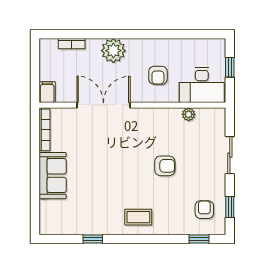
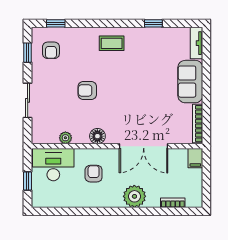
floor lamp: (154, 116) -> (97, 136), added
tv unit: (46, 217) -> (197, 43), added

